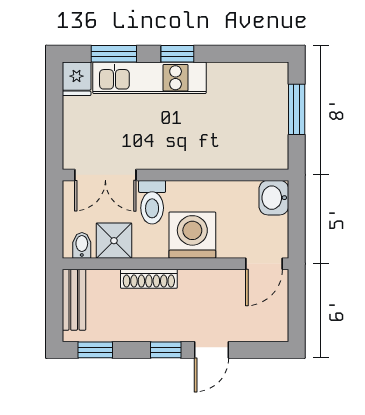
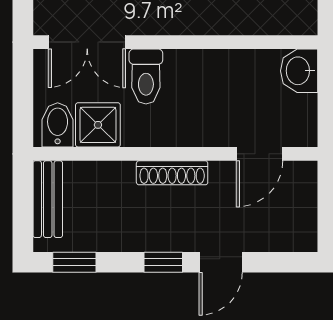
washing machine: (192, 235) -> (197, 118), removed
bidet: (82, 245) -> (58, 125), width x1.38, depth x1.36
door: (264, 264) -> (260, 154), moved
shoe rack: (149, 279) -> (172, 173), moved

